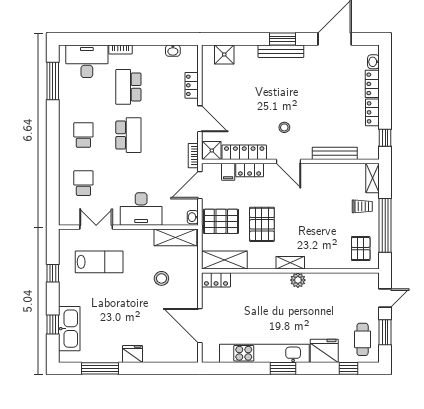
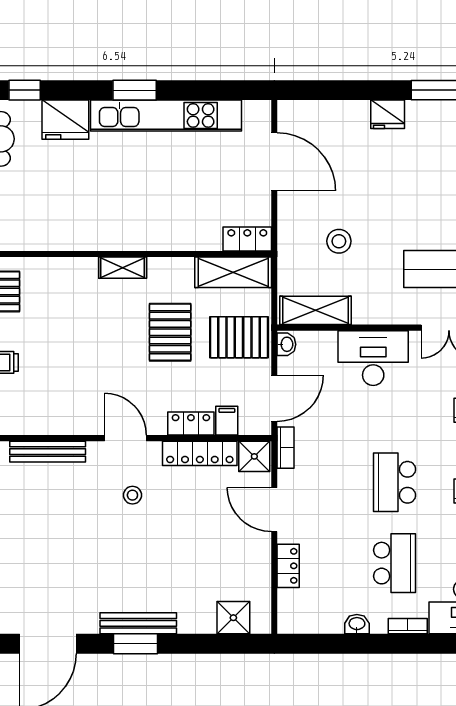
washbasin: (173, 51) -> (357, 624), moved
plant: (298, 280) -> (110, 238), removed

